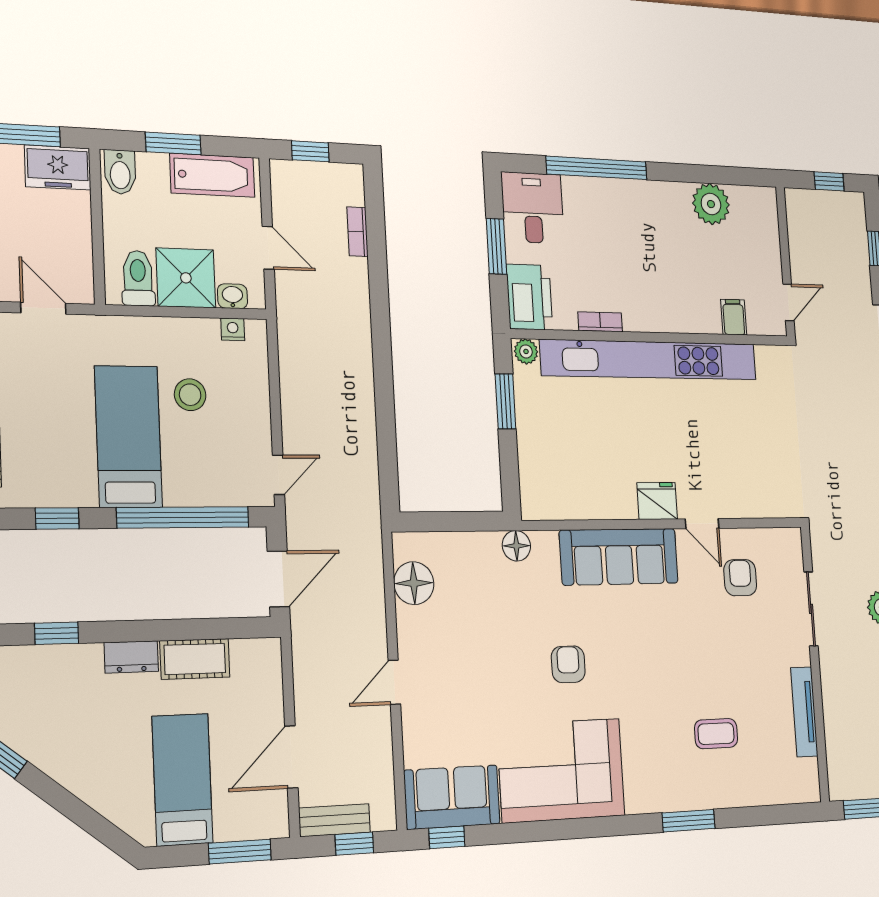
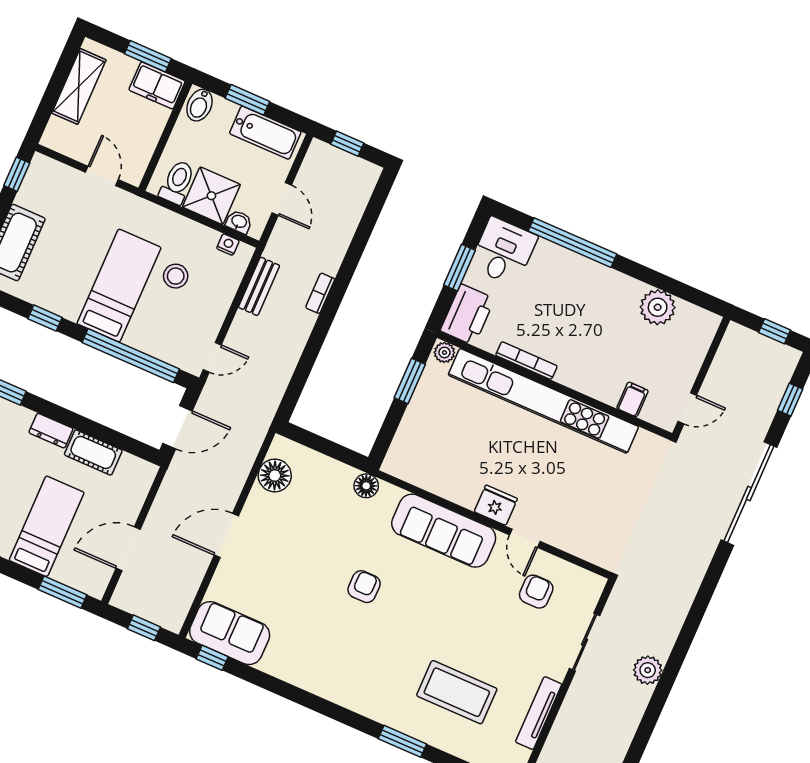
bookcase: (357, 232) -> (320, 293), moved
bookcase: (600, 322) -> (526, 361), width x1.56
door: (394, 682) -> (226, 536), width x1.38
coffee table: (716, 734) -> (457, 692), width x1.86, depth x1.72
corner sofa: (561, 770) -> (321, 656), removed
bench: (334, 820) -> (259, 286), moved, turned 90

